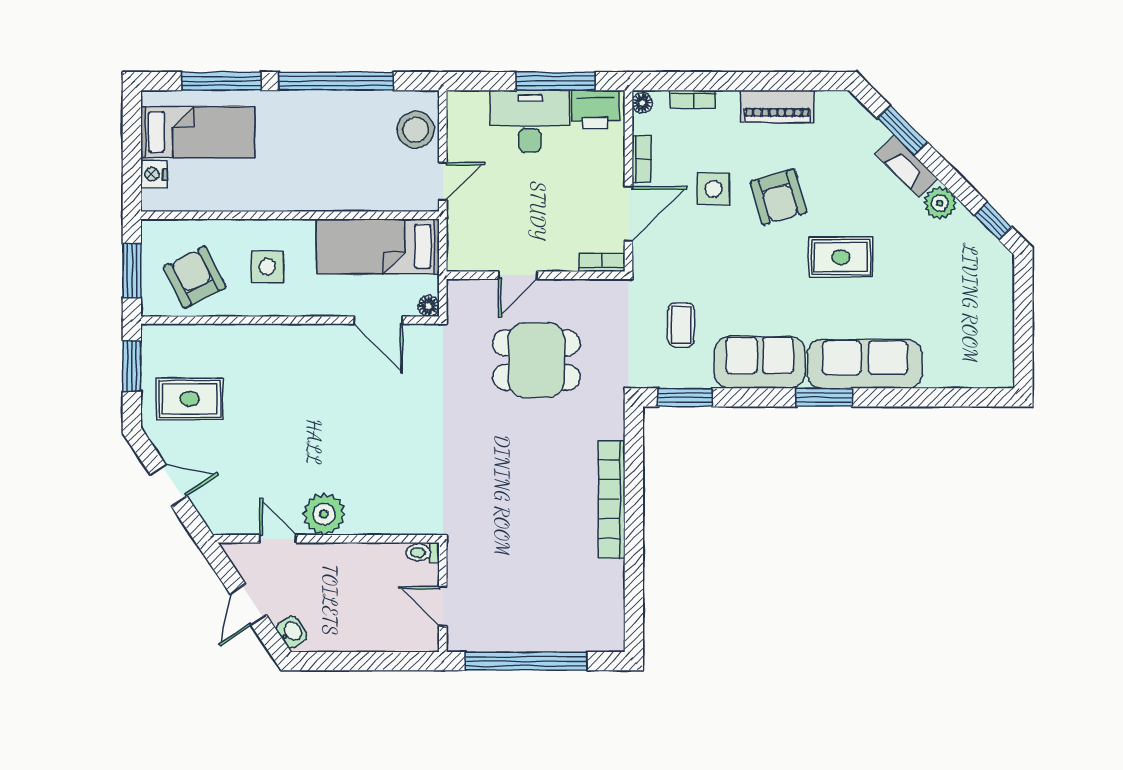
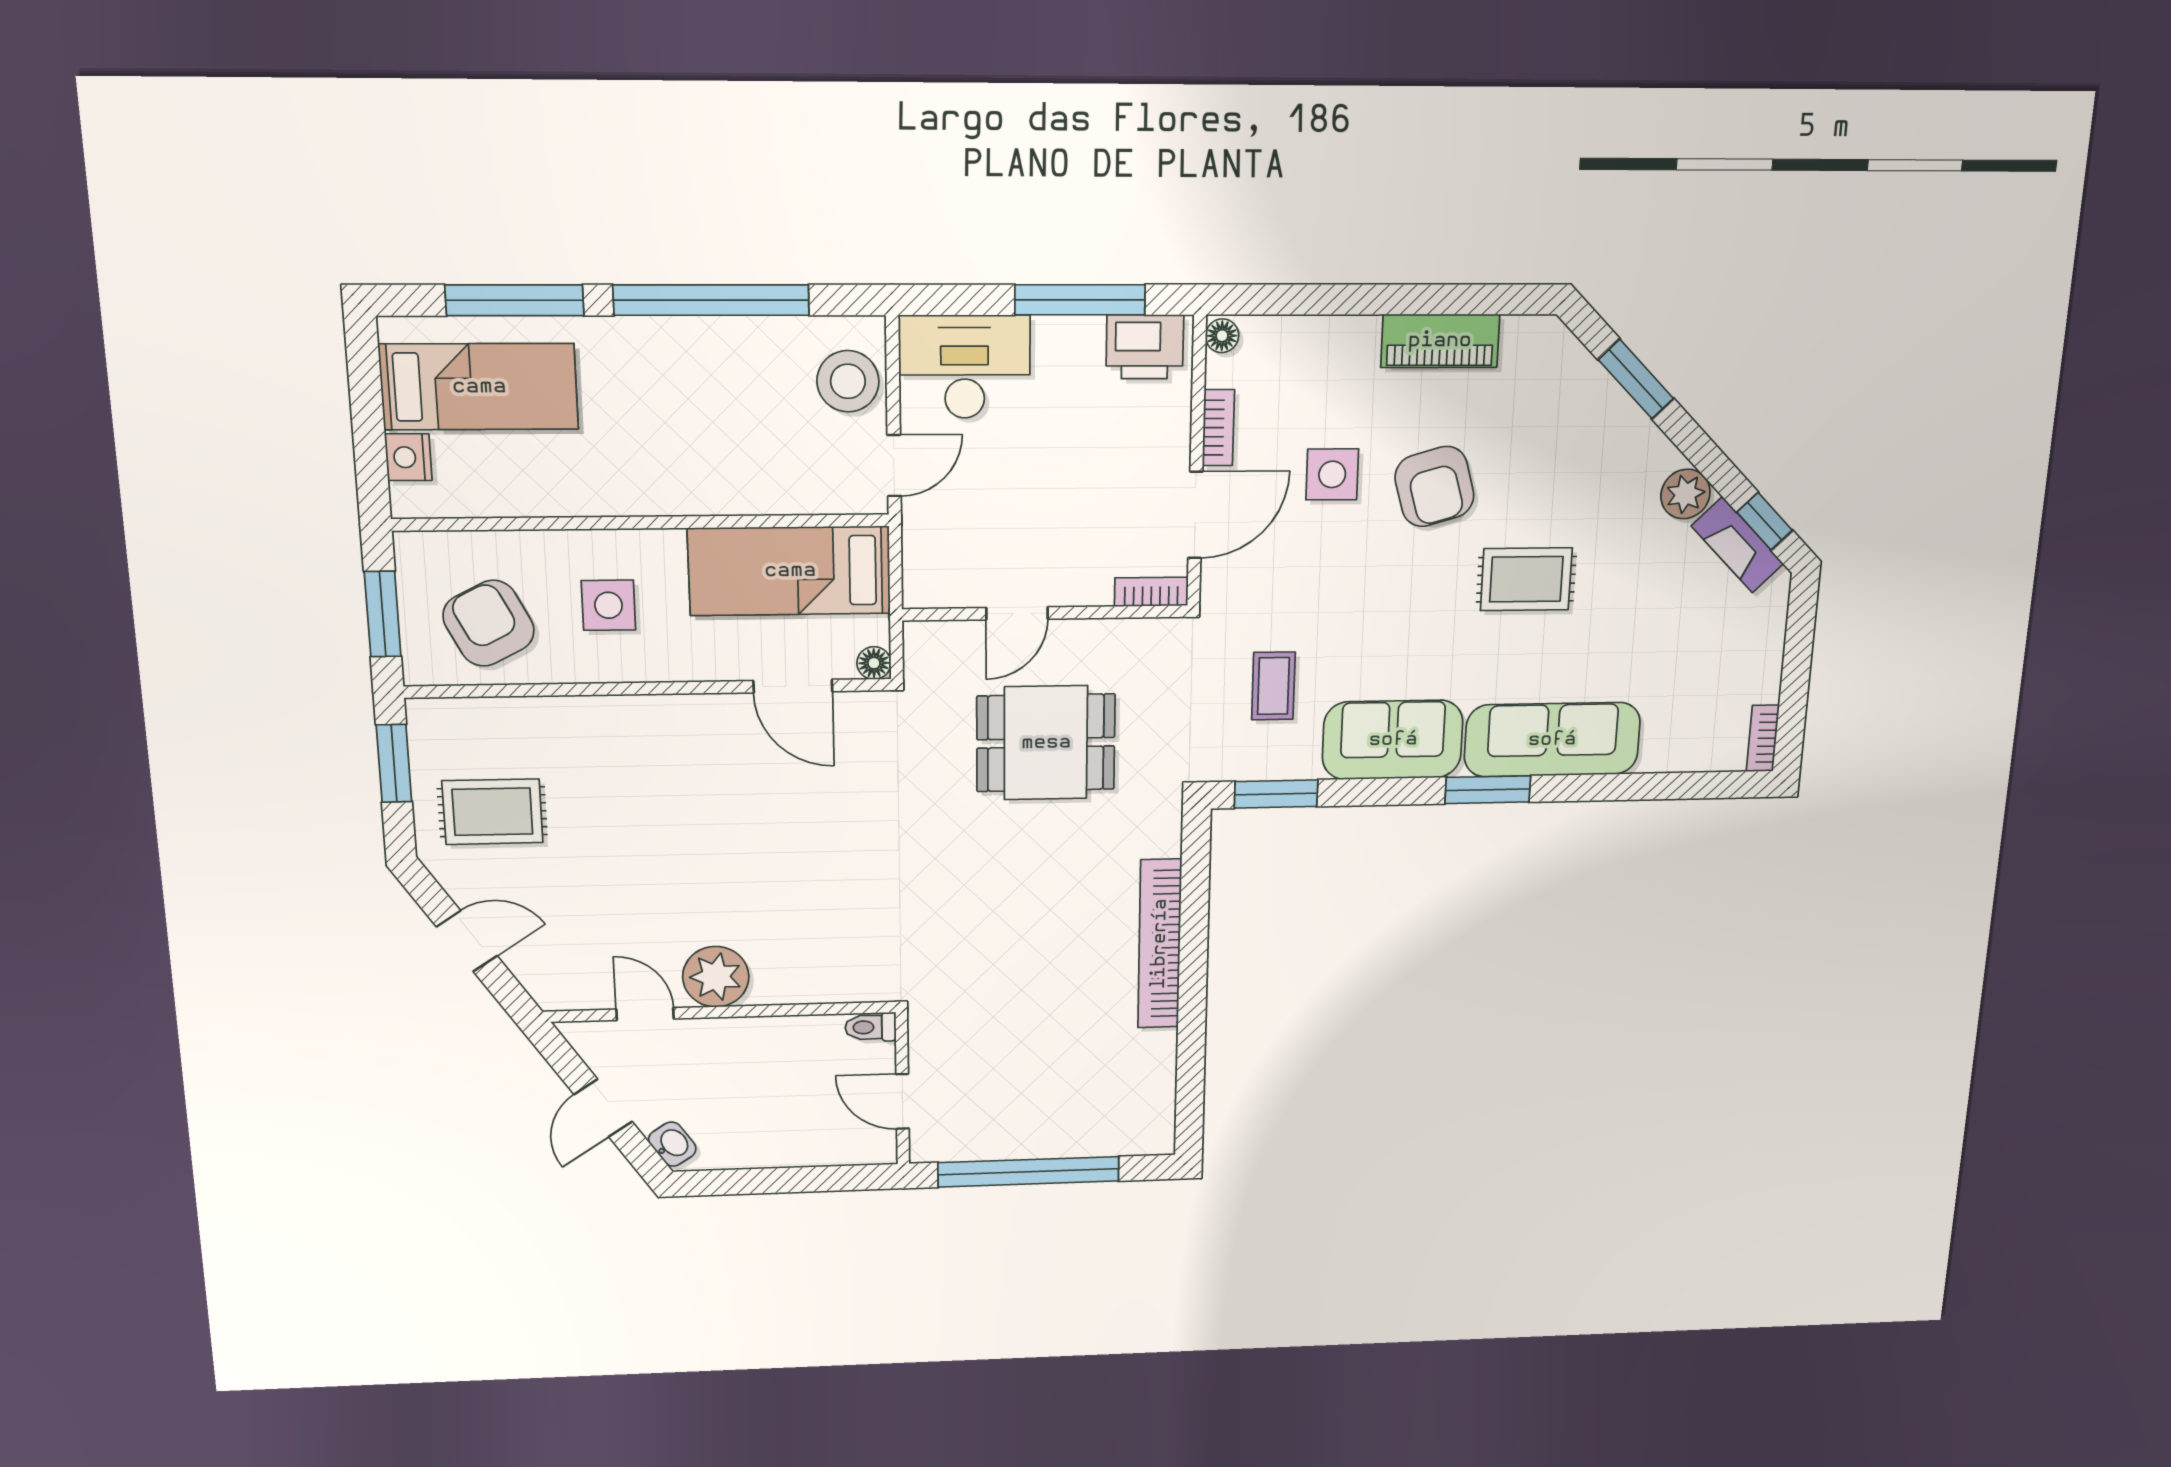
bookcase: (693, 99) -> (1763, 738), moved, turned 90
desk: (530, 121) -> (965, 367), moved
fireplace: (907, 166) -> (1737, 545), moved

